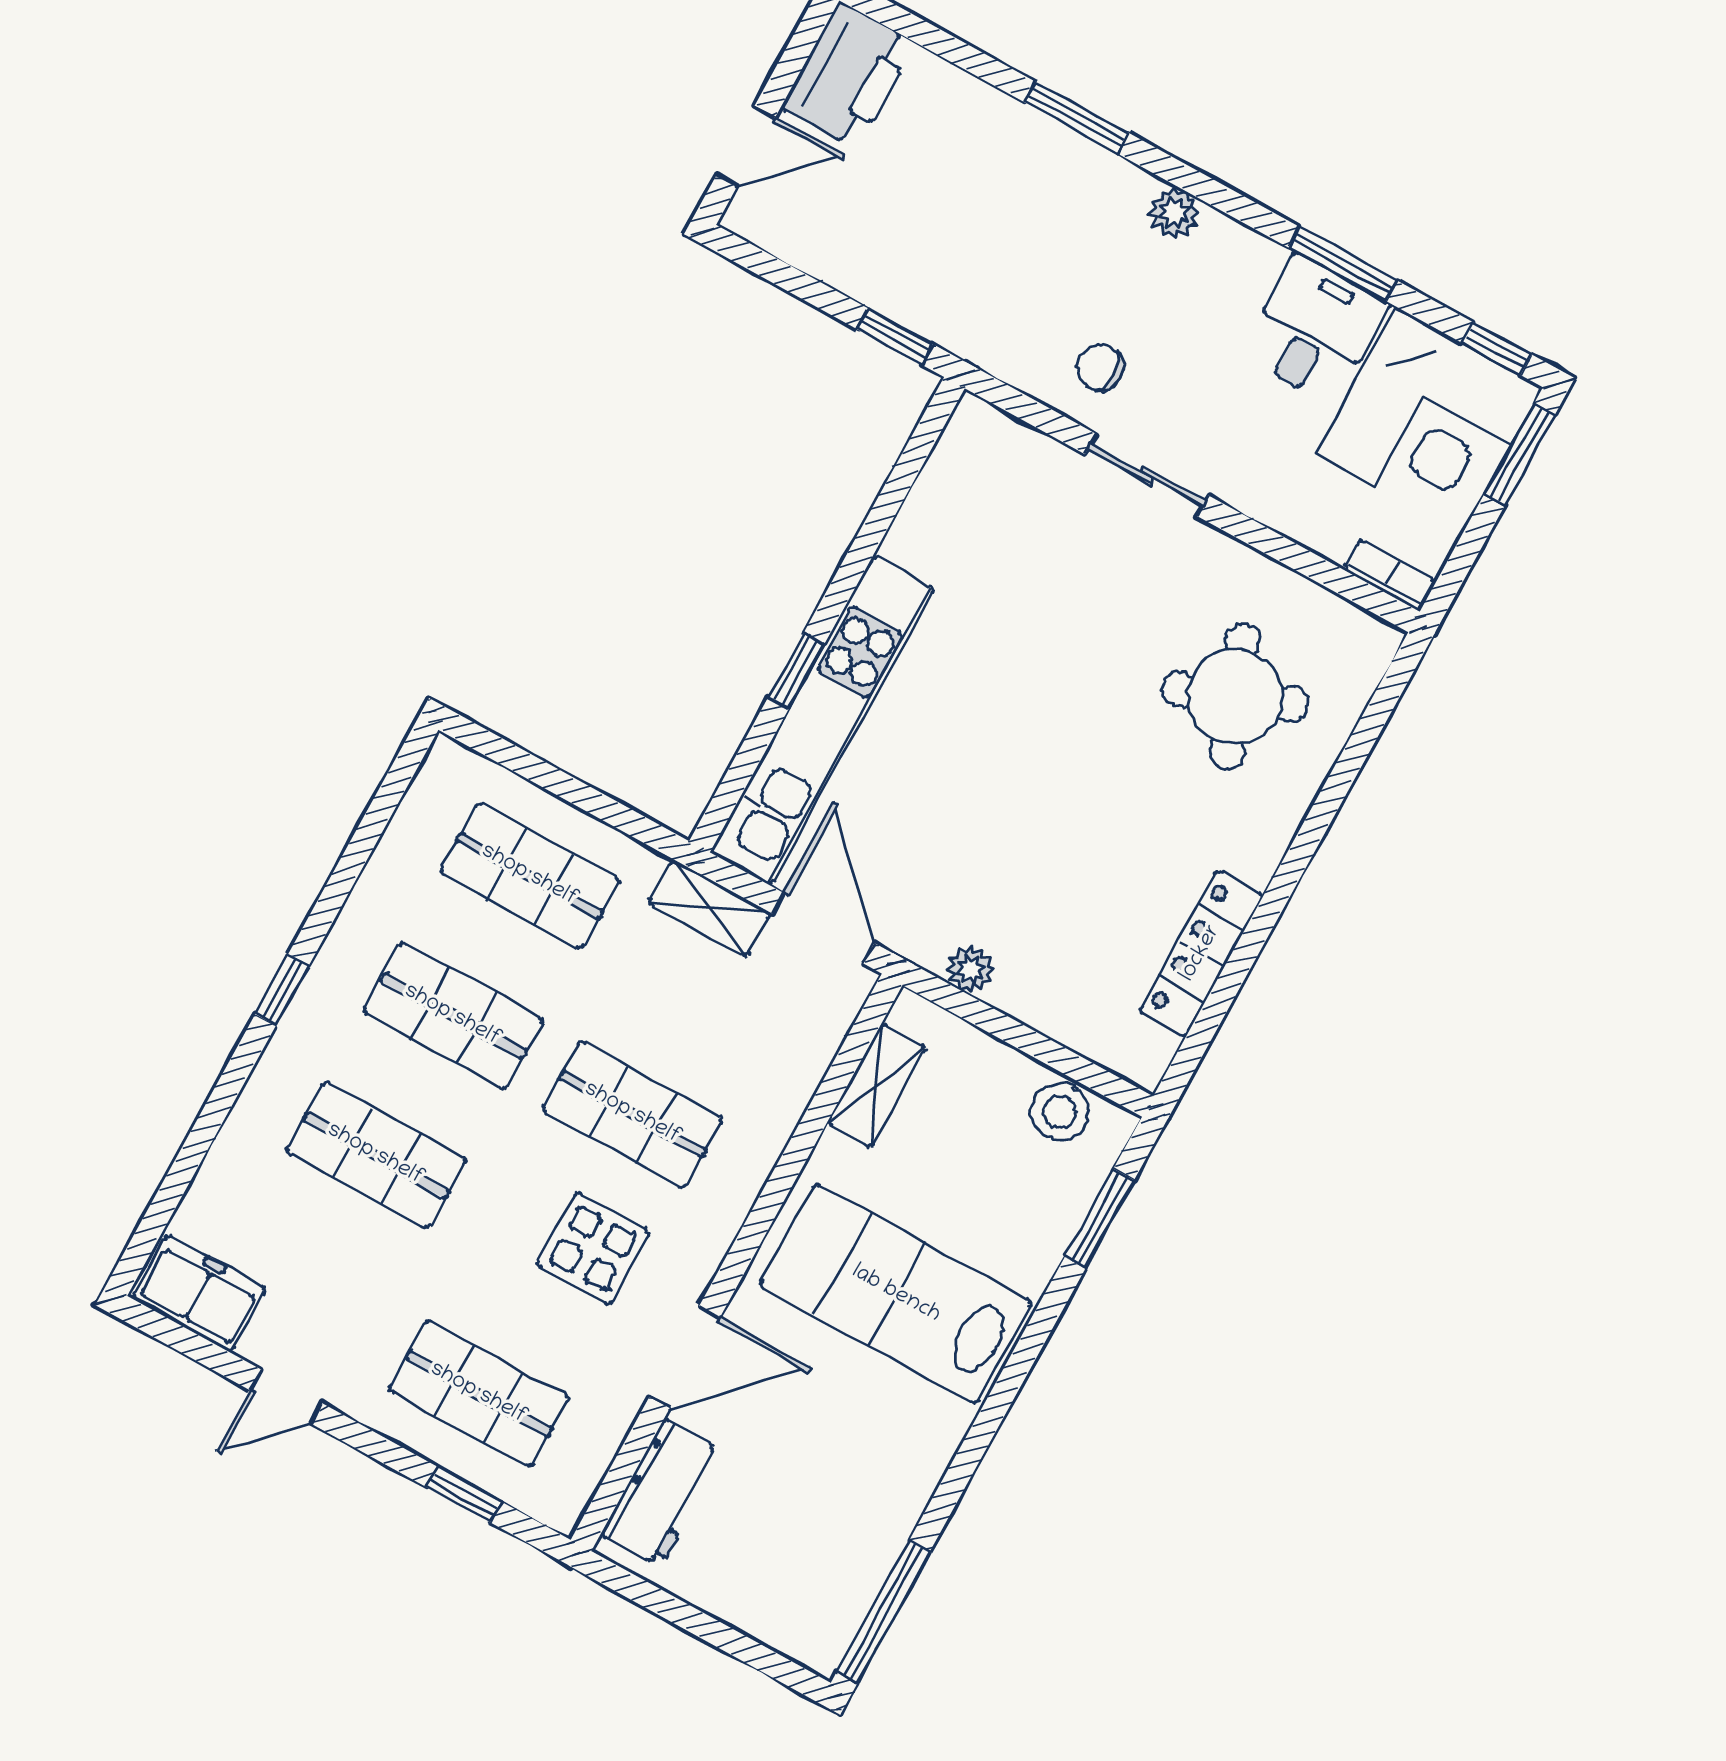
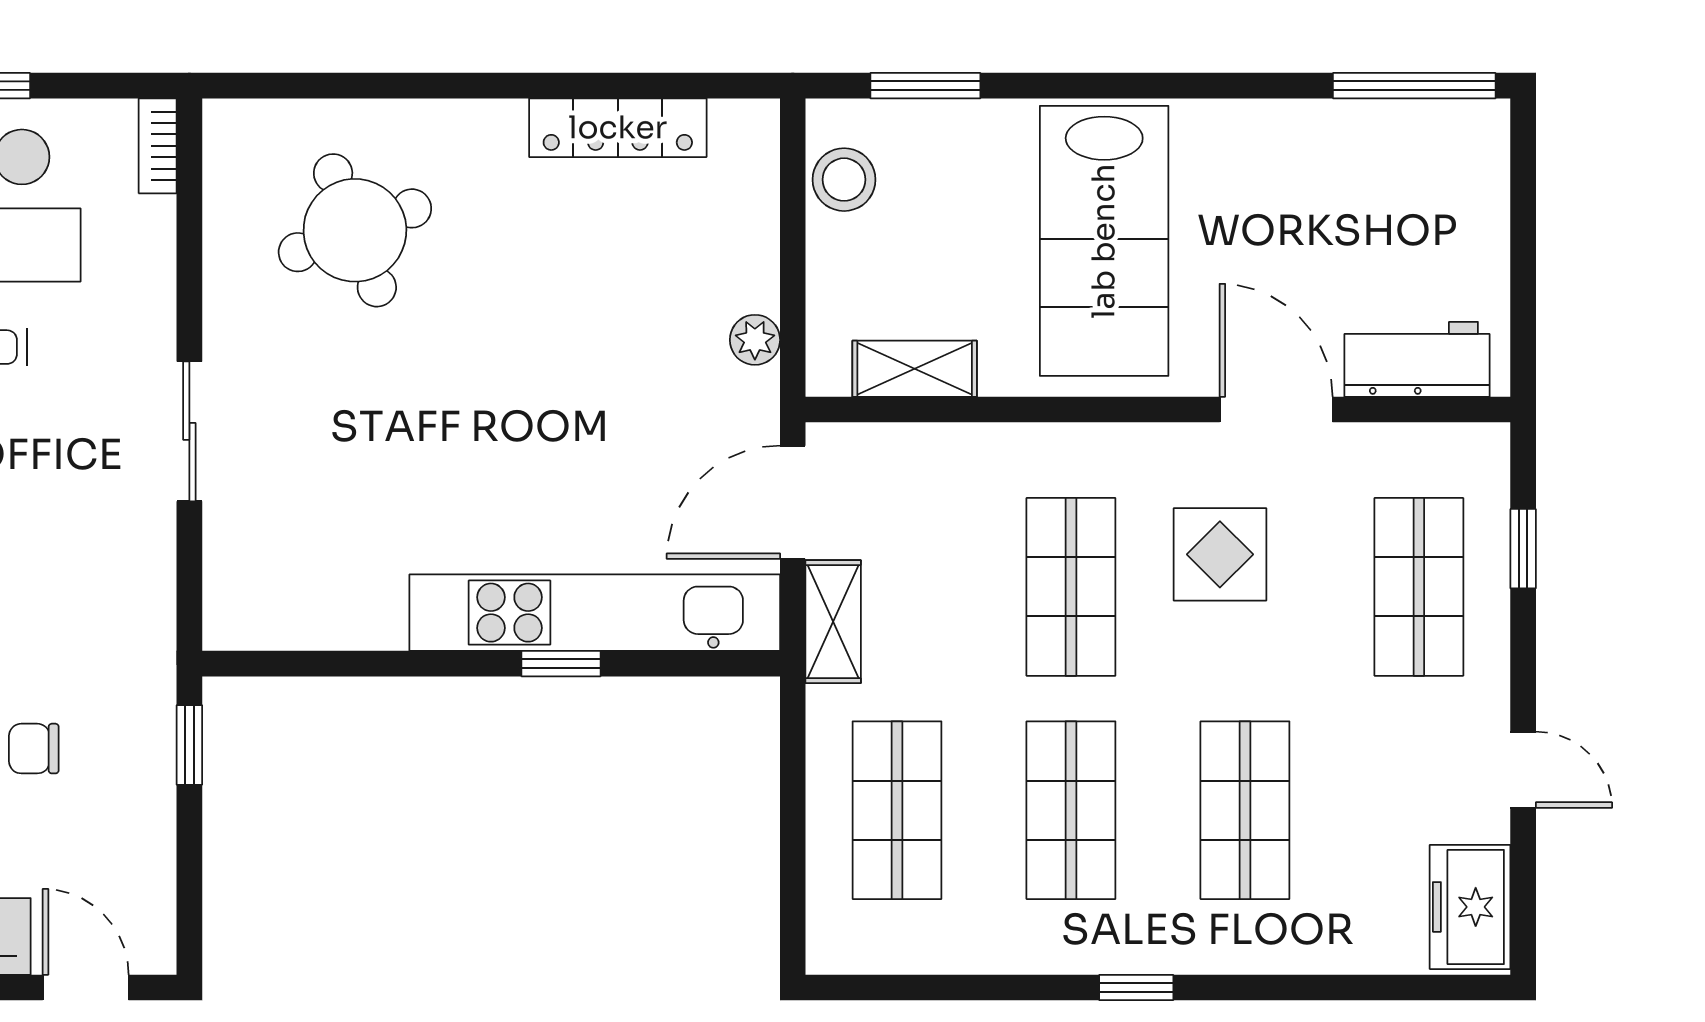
chair: (1100, 368) -> (34, 749), moved, turned 90

